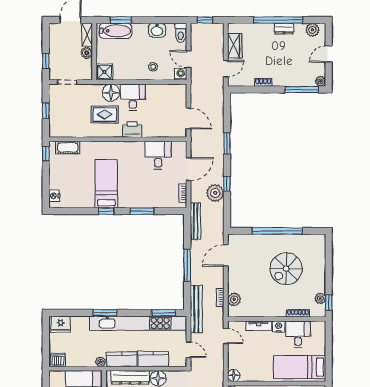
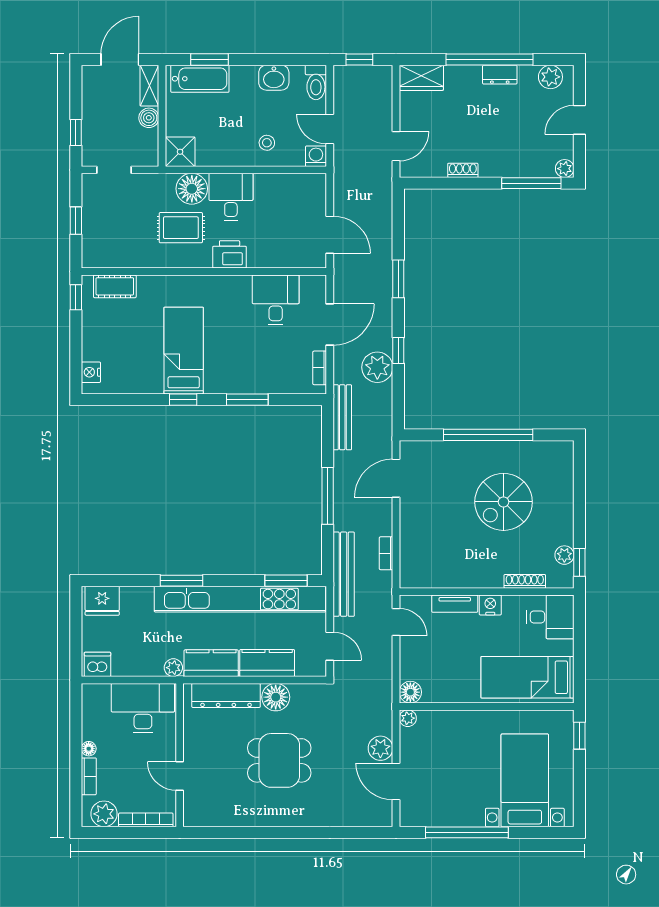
wardrobe: (235, 46) -> (421, 78), moved, turned 90
plant: (234, 299) -> (411, 557), removed
desk: (298, 334) -> (550, 617), moved, turned 90

